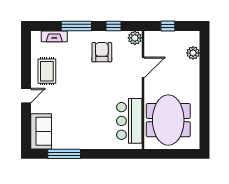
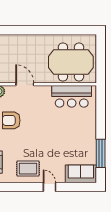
plant: (193, 53) -> (12, 40), removed

